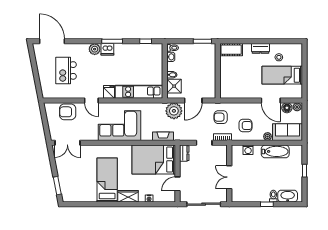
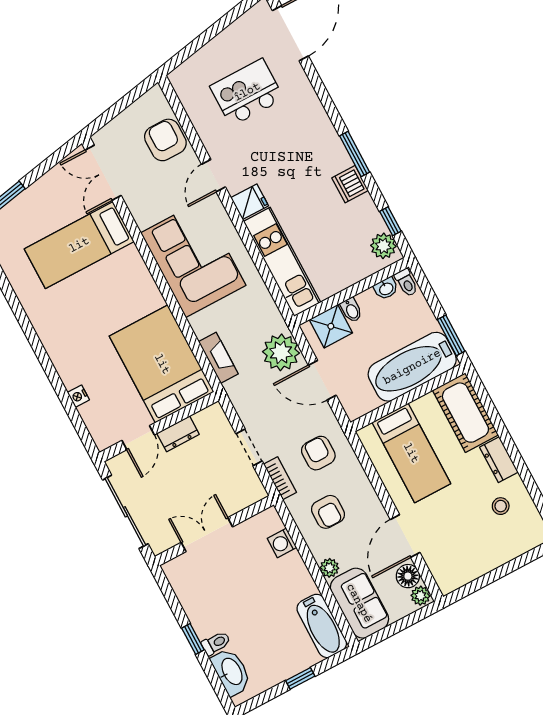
plant: (95, 49) -> (383, 246), moved
dishwasher: (107, 49) -> (350, 184), moved
cot: (231, 50) -> (465, 413), width x1.37, depth x1.34
bathtub: (207, 63) -> (412, 367), added
bed: (282, 75) -> (411, 453), moved, turned 180
bathtub: (275, 151) -> (322, 626), moved
dresser: (184, 153) -> (178, 434), moved
bed: (107, 180) -> (79, 245), moved, turned 180
door: (178, 184) -> (138, 438), swing flipped
wardrobe: (128, 196) -> (61, 351), removed

